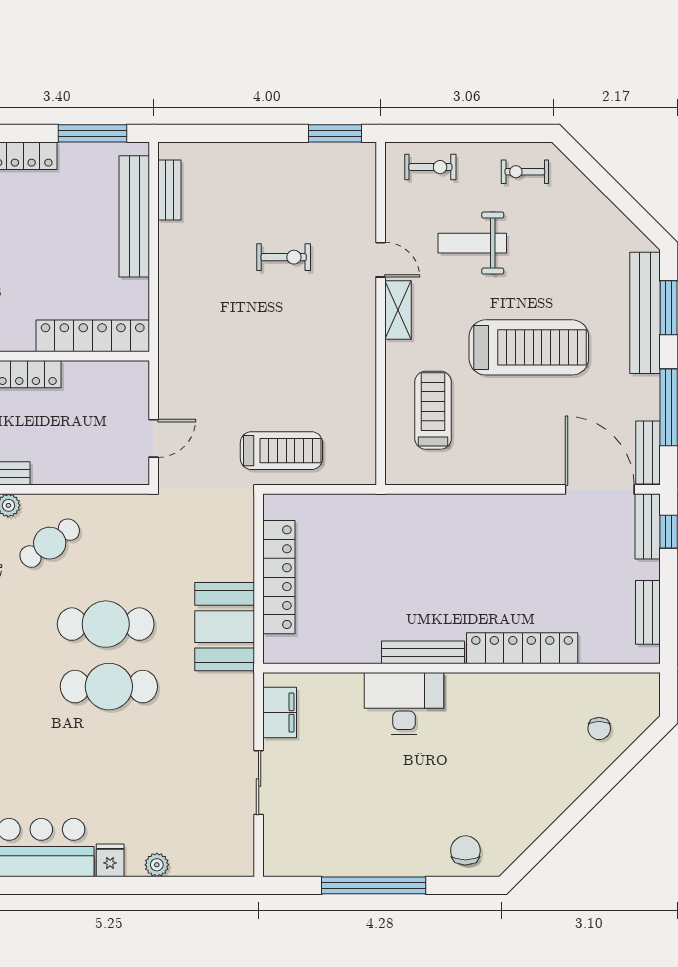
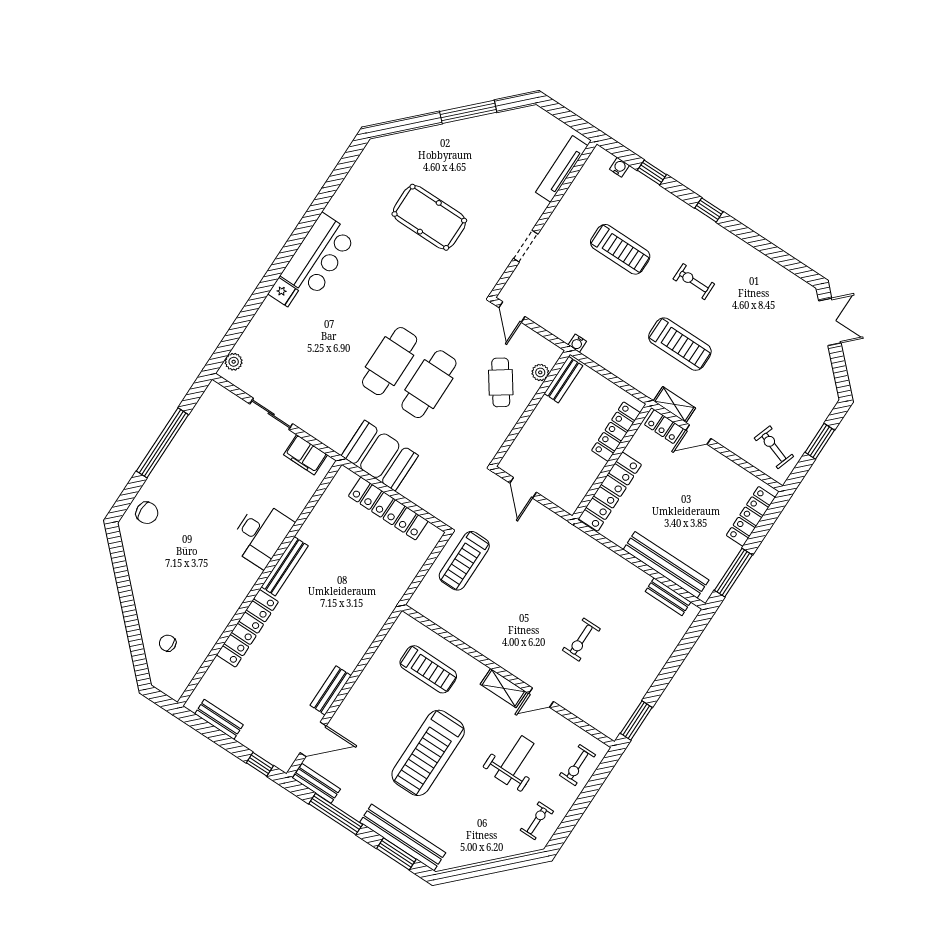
door: (600, 489) -> (313, 739), width x0.73
bench: (648, 526) -> (331, 690), moved, turned 90
plant: (157, 865) -> (234, 362), moved

